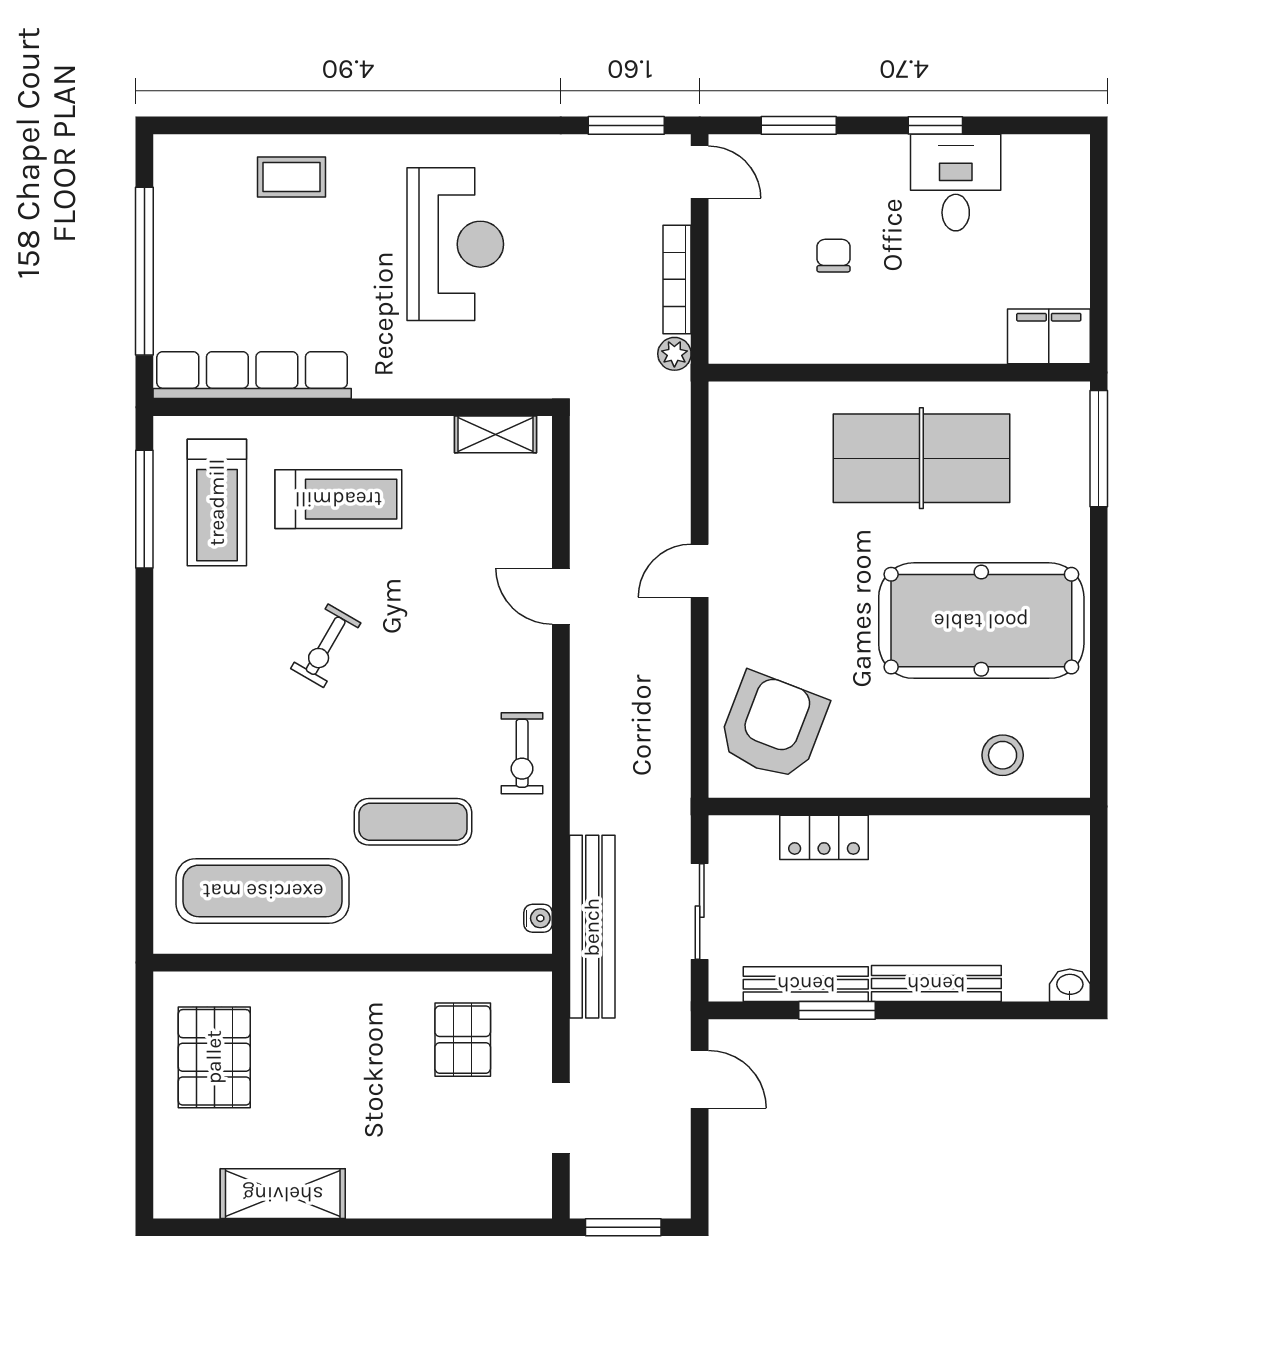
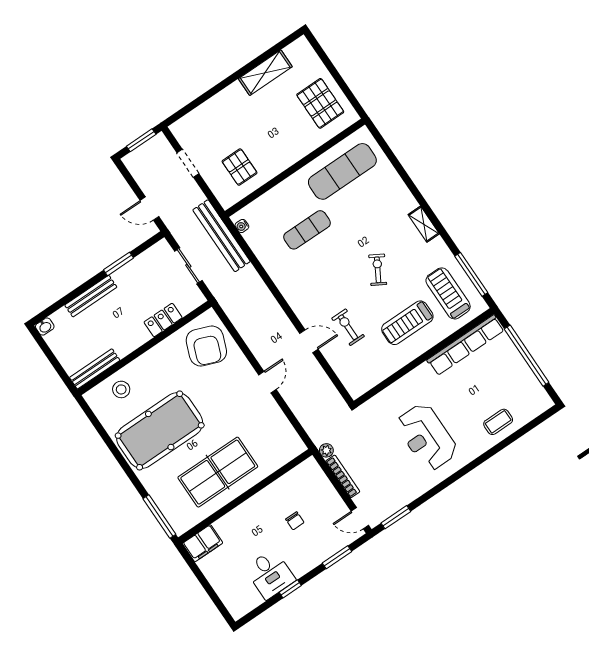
shelving: (496, 434) -> (424, 224), moved, turned 90
exercise bike: (522, 753) -> (348, 327), moved
bench: (806, 984) -> (95, 369), moved

